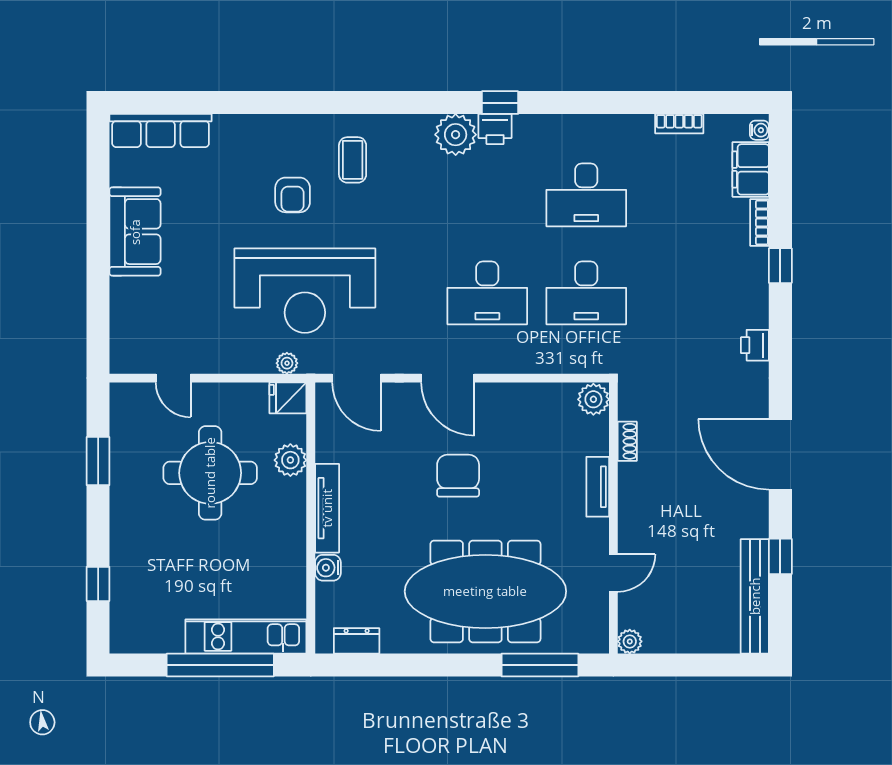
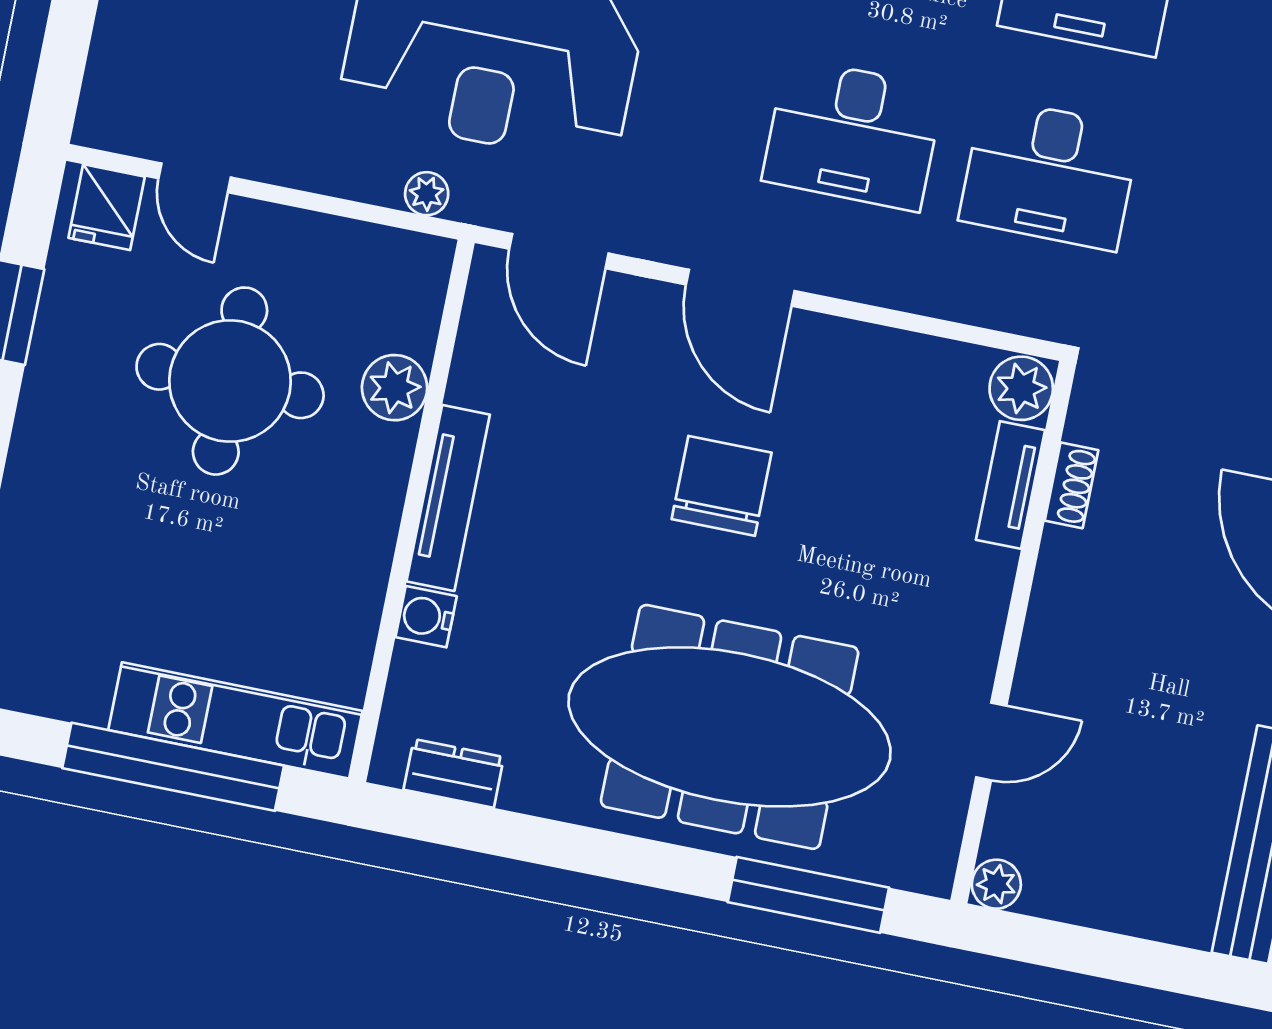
fridge: (288, 398) -> (107, 207), moved, turned -90
tv unit: (598, 487) -> (1010, 485), moved

